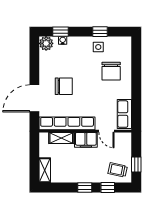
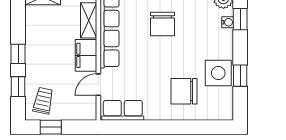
side table: (98, 47) -> (218, 73), width x1.87, depth x1.87

